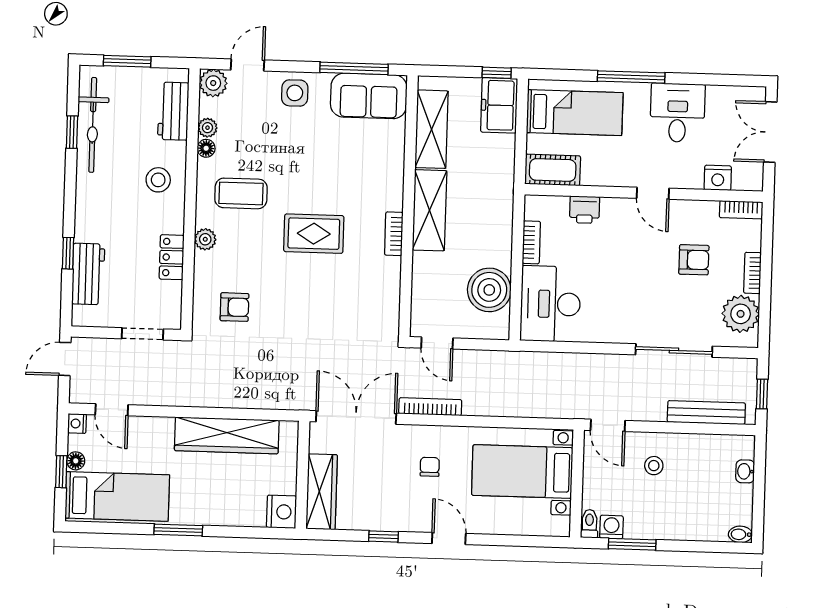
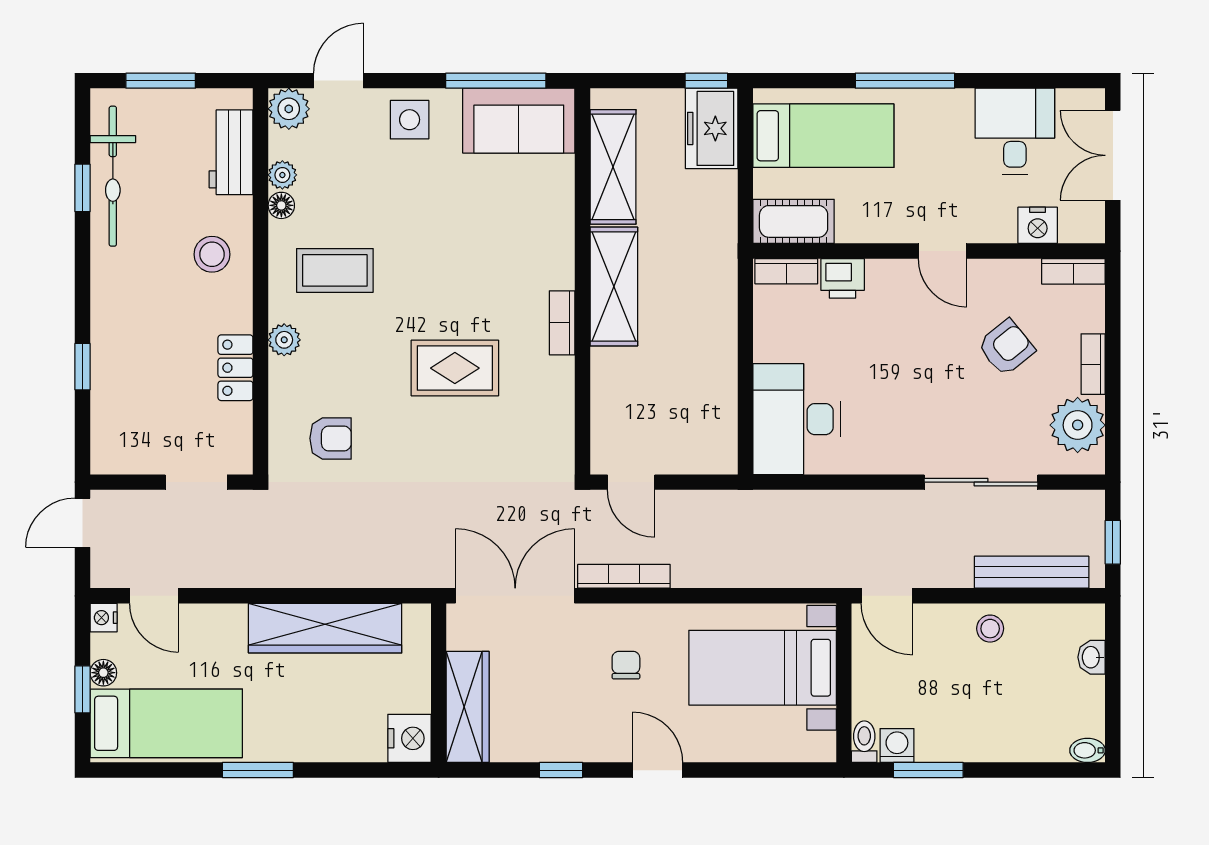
desk: (678, 113) -> (1015, 131), moved
rug: (314, 234) -> (455, 368), moved
bookcase: (531, 242) -> (786, 271), moved, turned 90
armchair: (694, 260) -> (1006, 347), turned -39
workbench: (88, 274) -> (113, 396), removed
boiler: (489, 290) -> (706, 401), removed
stool: (654, 466) -> (990, 629), moved

